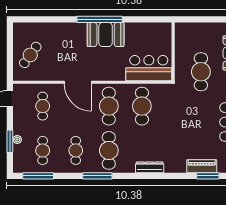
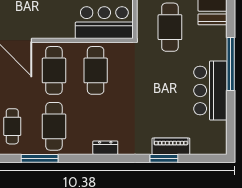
dresser: (150, 167) -> (105, 148), width x0.70
window: (208, 176) -> (164, 158), moved

